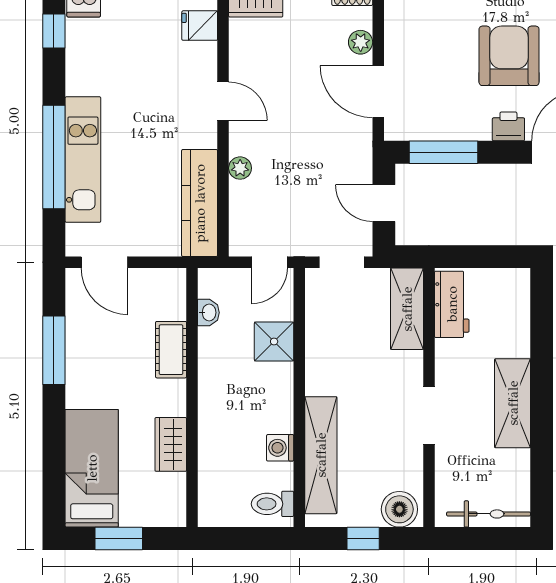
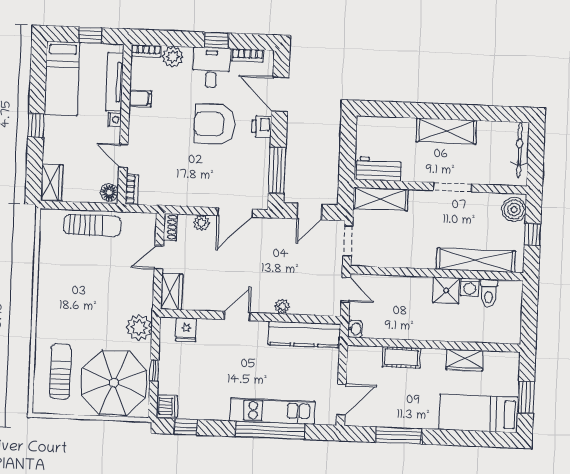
washbasin: (208, 313) -> (355, 329), moved, turned 90
shower: (274, 342) -> (446, 290), moved
toilet: (272, 504) -> (489, 293), moved

